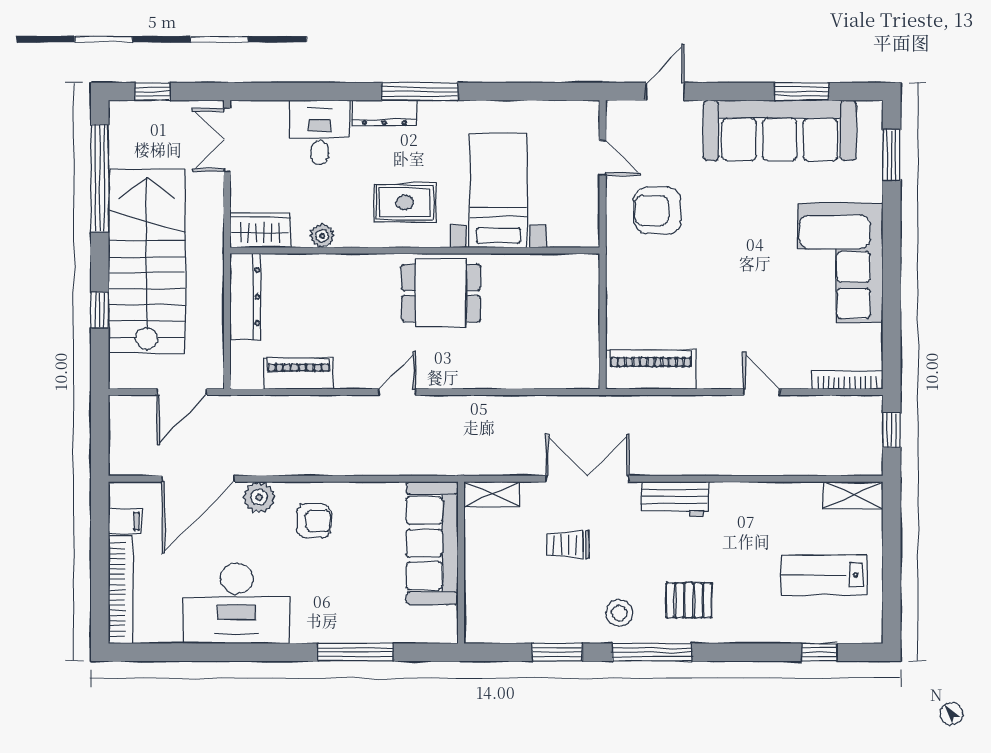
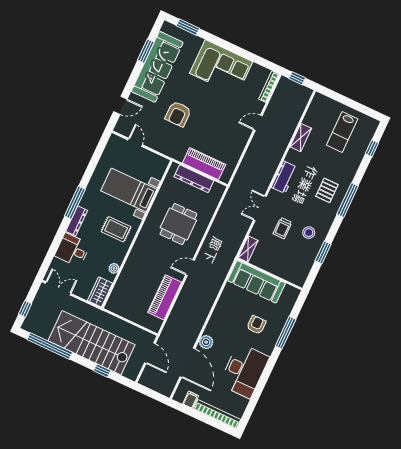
door: (665, 92) -> (120, 105), swing flipped
double door: (227, 140) -> (58, 288), swing flipped
door: (603, 158) -> (135, 142), hinge flipped
rug: (405, 203) -> (116, 229), turned 90
armchair: (657, 211) -> (178, 114), moved
dining table: (441, 293) -> (178, 224), moved
dresser: (245, 297) -> (194, 179), moved, turned 180
piano: (651, 369) -> (204, 164), moved, turned 90
piano: (299, 374) -> (165, 297), width x1.37, depth x1.33
door: (397, 392) -> (190, 268), hinge flipped
double door: (587, 479) -> (260, 208), width x0.73
shelving: (853, 495) -> (301, 138), moved
armchair: (314, 521) -> (256, 325), moved
stool: (619, 613) -> (309, 233), moved
window: (652, 652) -> (348, 200), moved

